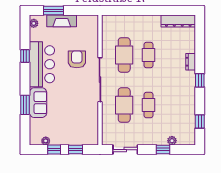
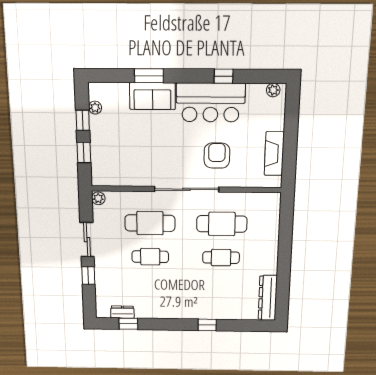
window: (53, 10) -> (291, 121), removed
fireplace: (62, 21) -> (274, 154), moved
armchair: (77, 59) -> (217, 156), turned -90
dresser: (191, 62) -> (122, 312), moved
window: (200, 80) -> (207, 325), moved
plant: (172, 141) -> (98, 198), moved
sliding door: (125, 150) -> (87, 240), moved

